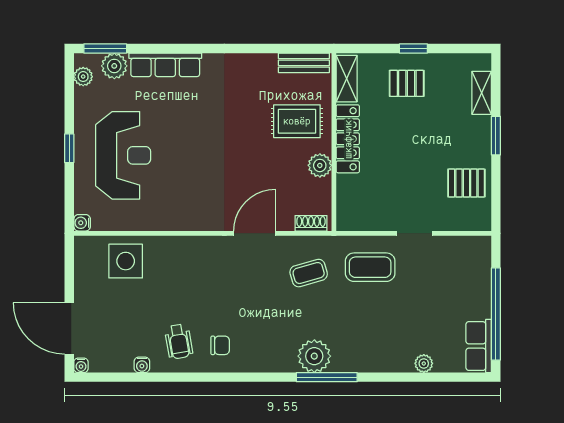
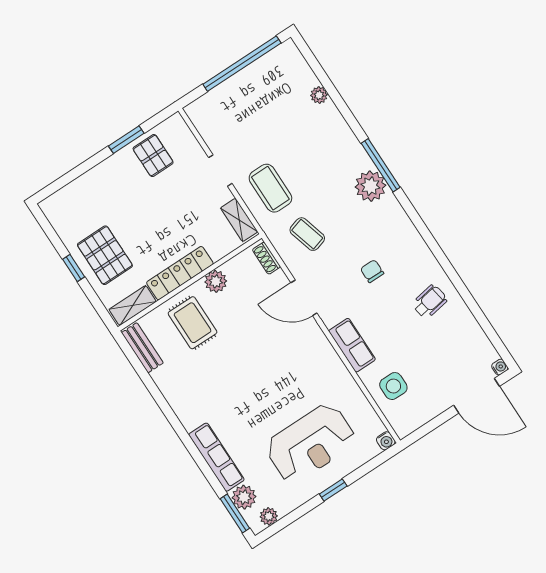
pallet: (407, 83) -> (105, 255), width x1.50, depth x1.42
shelving: (482, 93) -> (239, 220), moved, turned 90
window: (496, 136) -> (126, 140), moved
reception desk: (123, 155) -> (311, 443), turned 180
side table: (126, 261) -> (393, 386), width x0.73, depth x0.73
door: (69, 328) -> (477, 396), hinge flipped
chair: (220, 345) -> (372, 271), moved
row of seats: (479, 346) -> (352, 345), moved, turned -90
water cooler: (142, 365) -> (468, 319), removed

